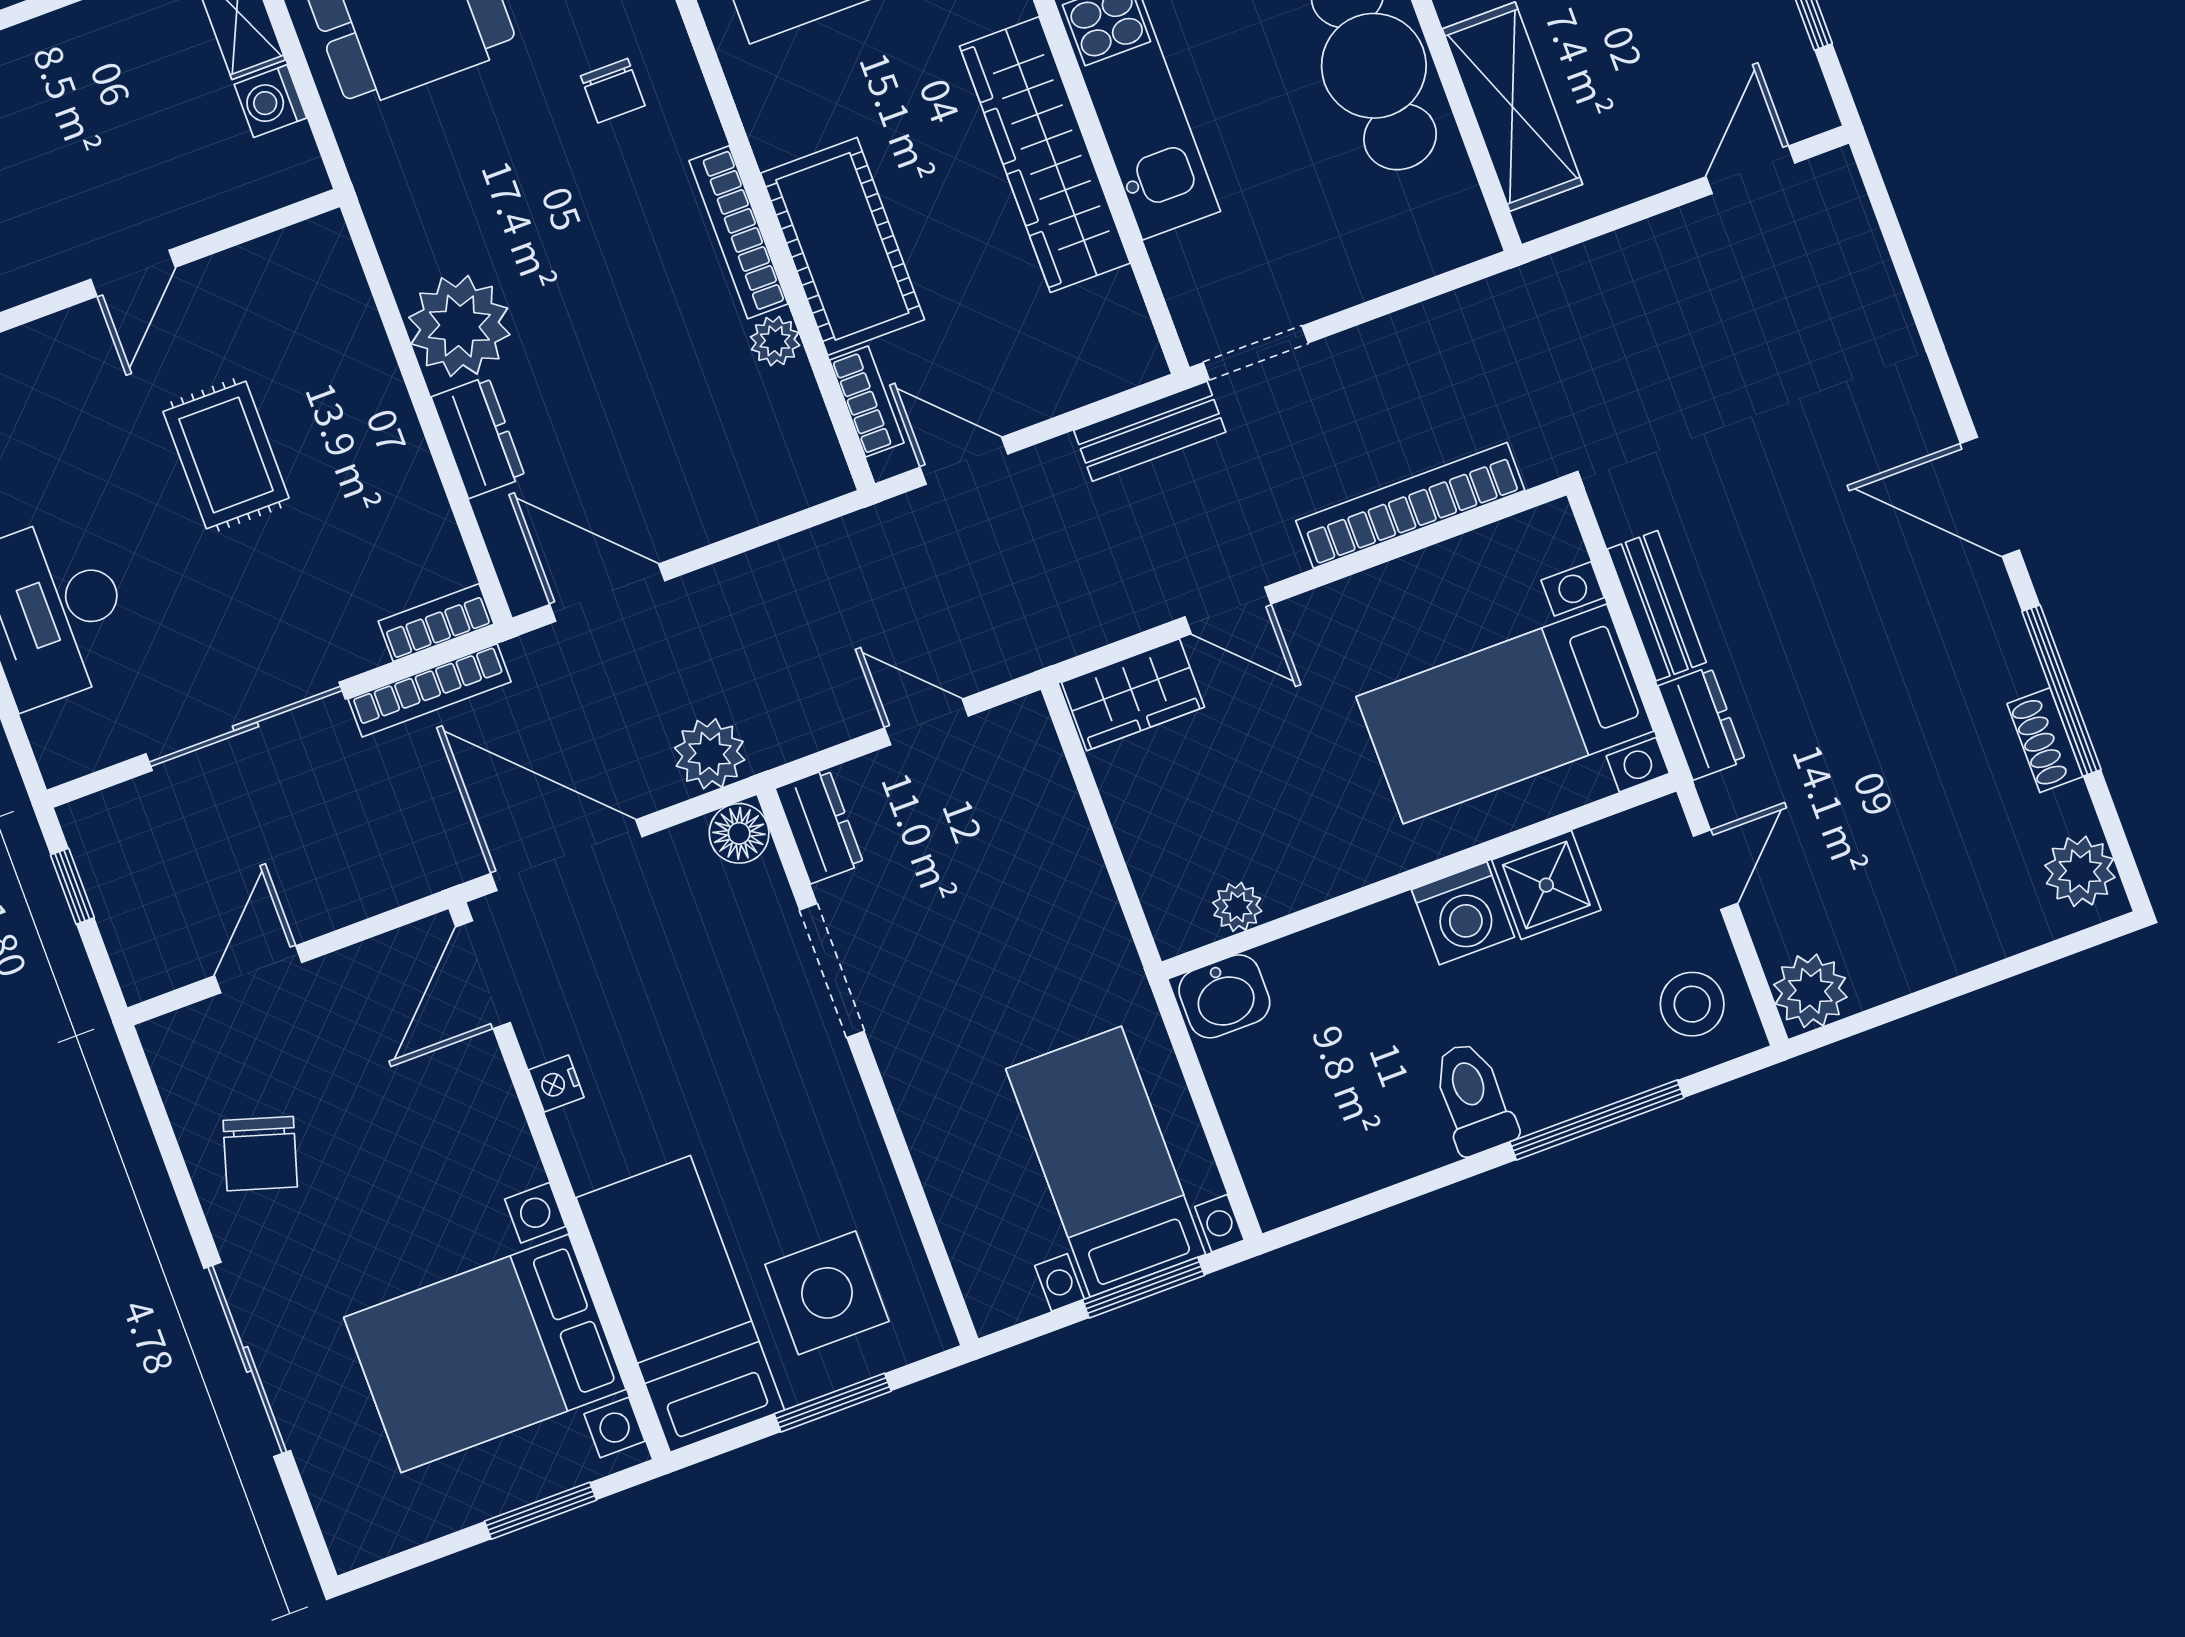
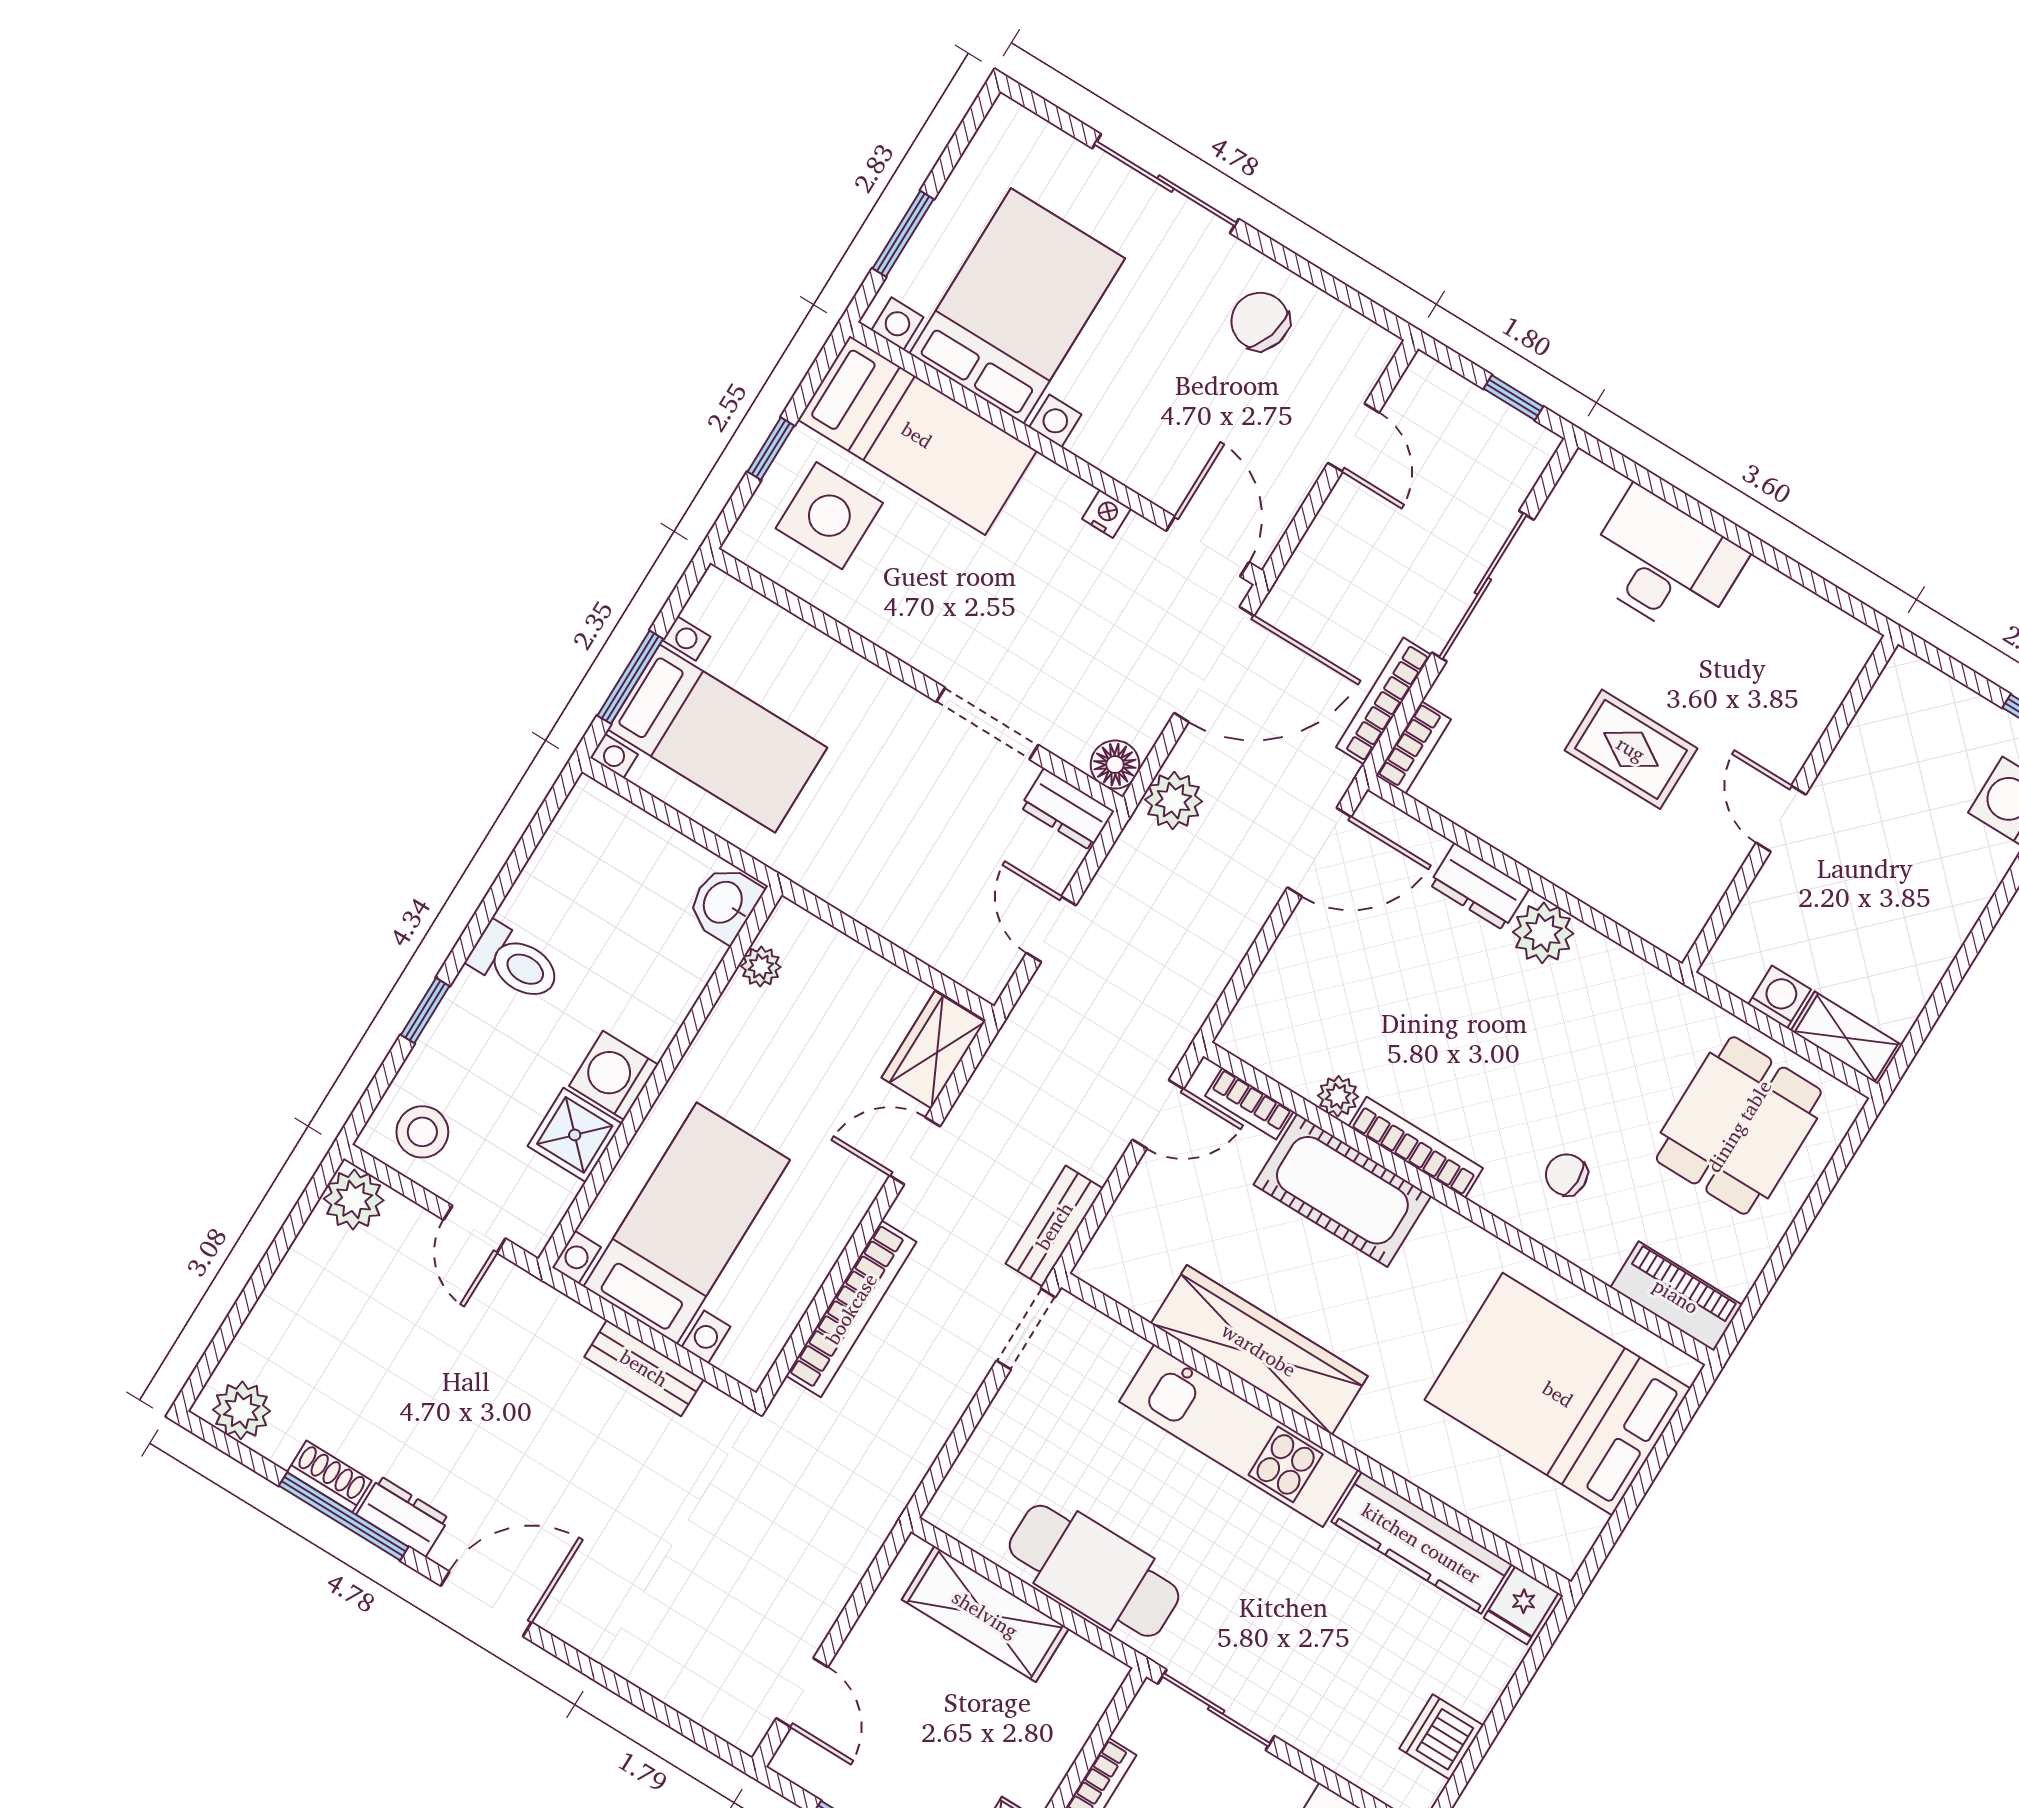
plant: (459, 326) -> (1543, 933), width x0.73, depth x0.73
door: (926, 722) -> (1051, 929), swing flipped
dresser: (1702, 723) -> (403, 1516), moved, turned 180
window: (1597, 1120) -> (425, 1011), width x0.46
window: (833, 1403) -> (771, 449), width x0.67

